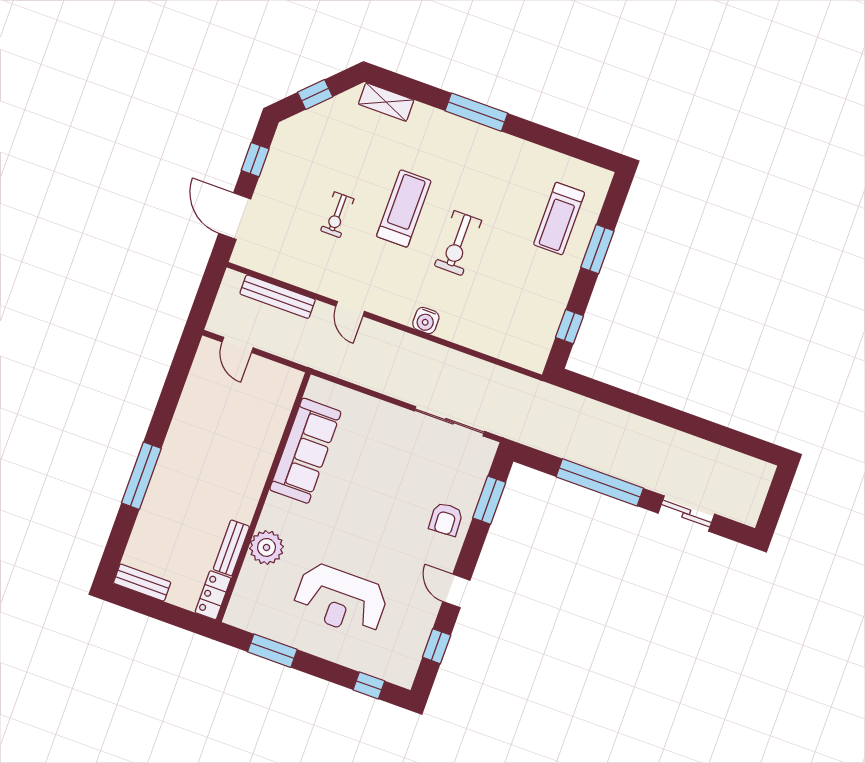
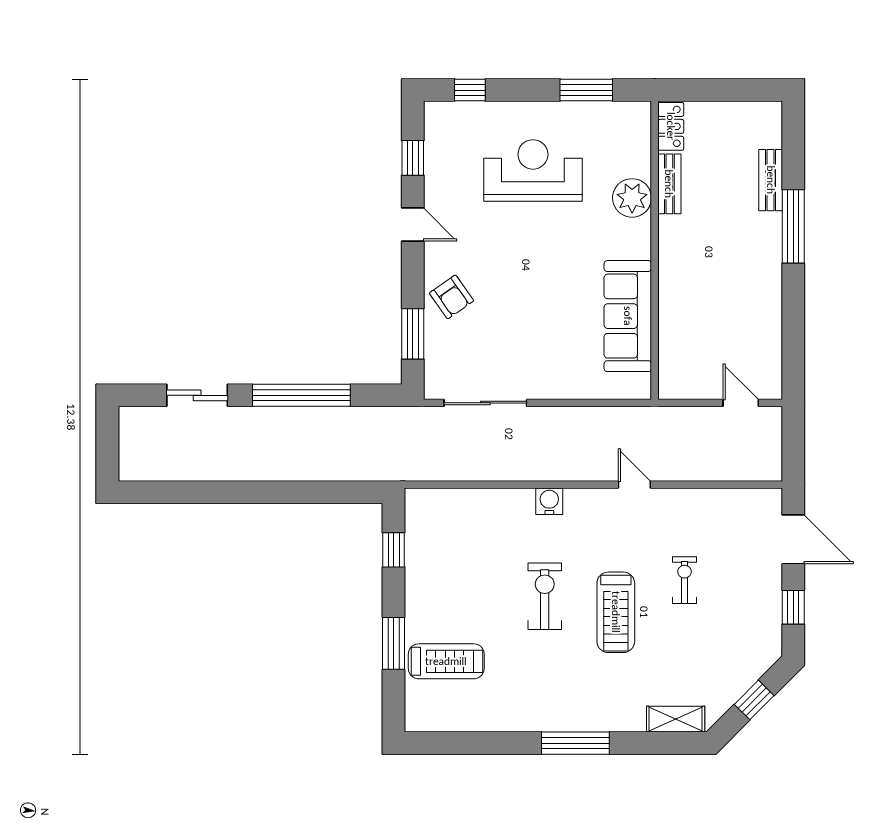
treadmill: (559, 219) -> (446, 661), turned 90
bench: (278, 297) -> (717, 470), removed
armchair: (446, 519) -> (451, 297), turned 148
bench: (142, 583) -> (771, 180), moved, turned 90

